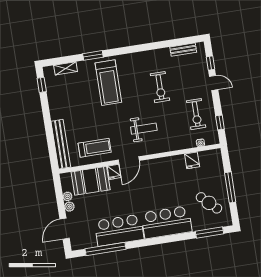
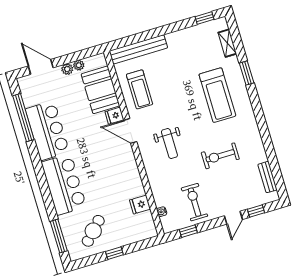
treadmill: (108, 83) -> (217, 95), turned -90
exercise bike: (196, 114) -> (194, 202), turned 90
window: (230, 187) -> (114, 253), width x0.46

